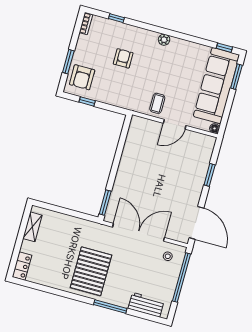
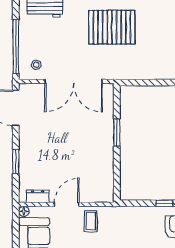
dresser: (199, 139) -> (38, 196), added
window: (105, 203) -> (117, 133), moved
pallet: (91, 271) -> (112, 27), turned 90

